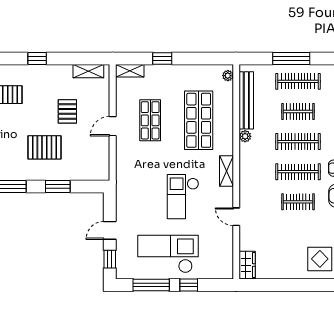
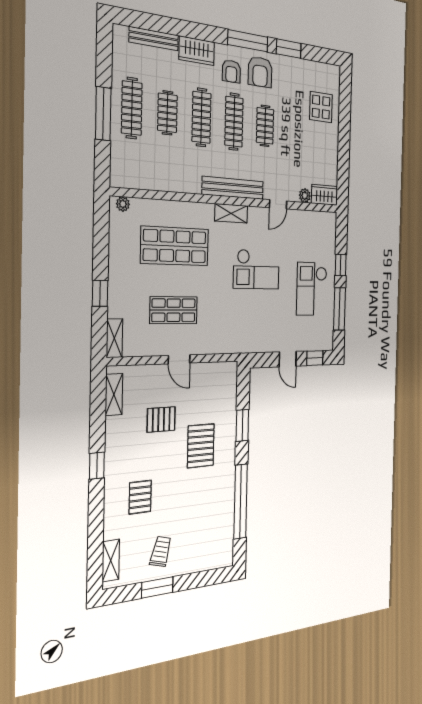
bench: (246, 100) -> (233, 188), moved
plant: (245, 136) -> (305, 196), moved
checkout: (168, 254) -> (312, 289), width x0.73, depth x0.83

